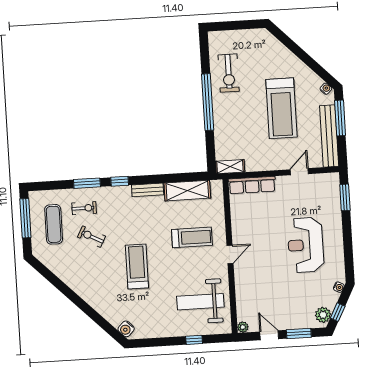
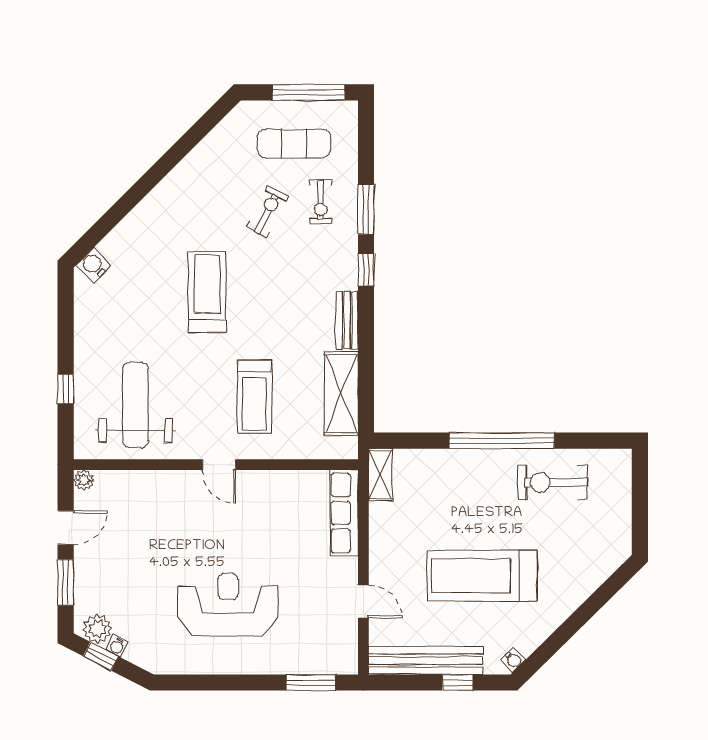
window: (340, 118) -> (458, 683), width x0.46
treadmill: (137, 267) -> (207, 292), turned -90
water cooler: (339, 287) -> (117, 646), moved

